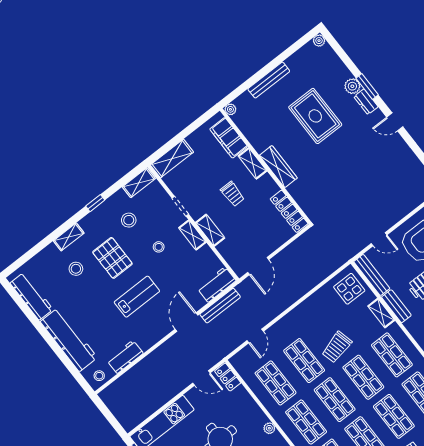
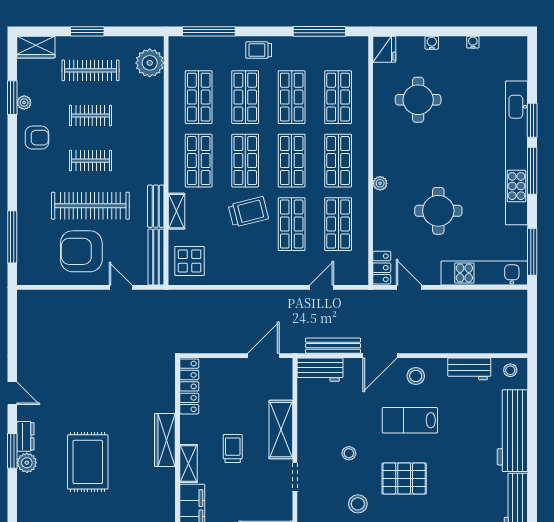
shelving: (210, 230) -> (281, 430), width x1.50, depth x1.33
shelving: (192, 235) -> (305, 439), removed
pallet: (112, 258) -> (404, 479), turned 90
stool: (76, 269) -> (416, 376), moved

